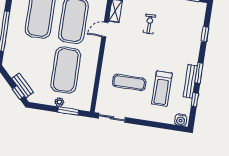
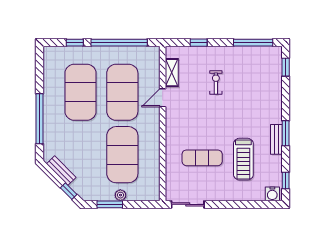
window: (205, 34) -> (286, 67), moved
bench: (190, 81) -> (276, 139), width x0.73
bench: (23, 85) -> (61, 171), moved
window: (195, 100) -> (286, 180), moved
window: (68, 111) -> (110, 204), moved

